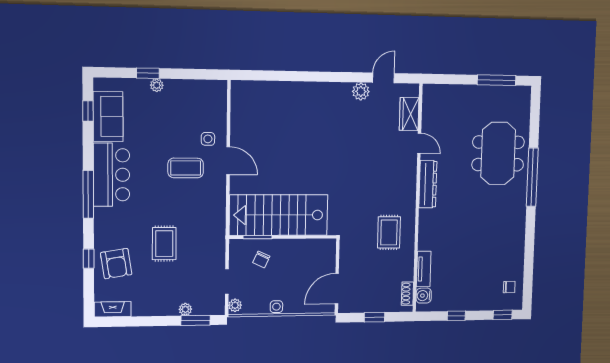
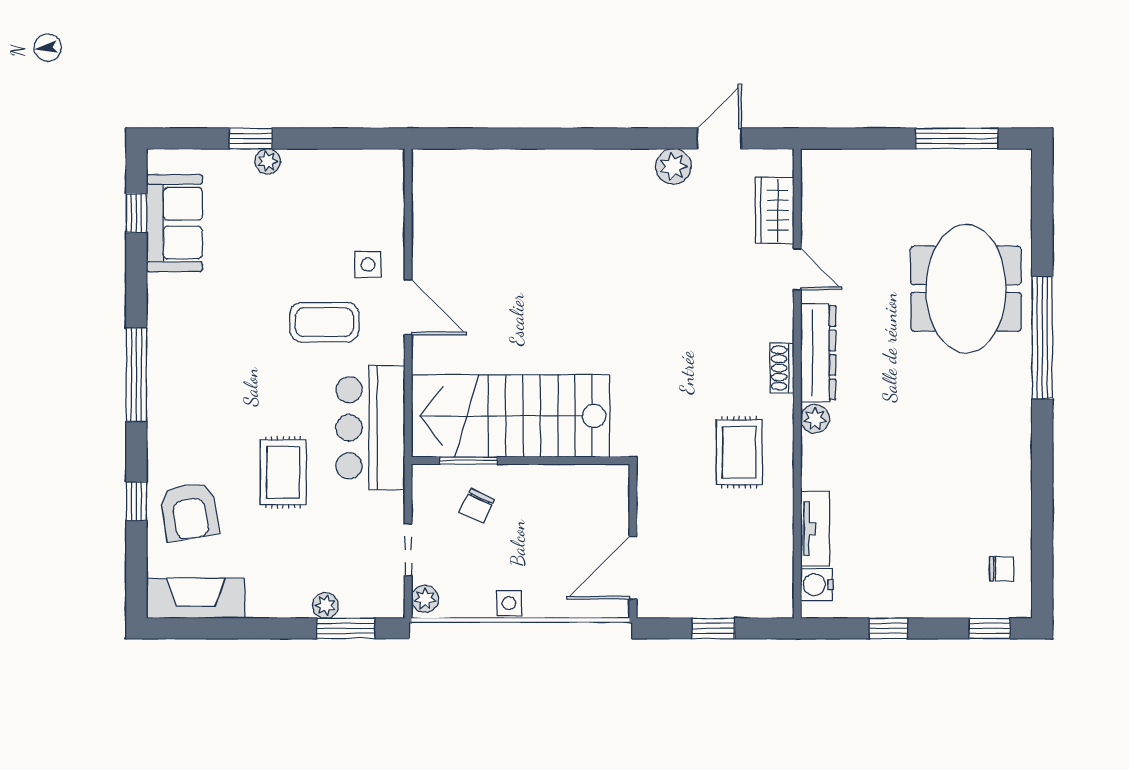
bar counter: (112, 175) -> (370, 428), moved, turned 180
plant: (425, 216) -> (815, 419), added
shoe rack: (407, 294) -> (782, 368), moved
fireplace: (113, 309) -> (196, 598), width x1.37, depth x1.32

